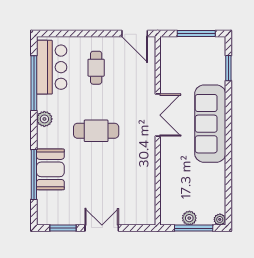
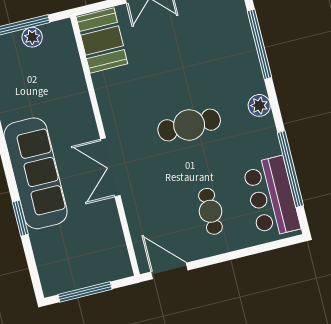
window: (228, 68) -> (20, 218), moved
plant: (44, 119) -> (259, 105), moved
booth: (50, 169) -> (102, 41), moved

